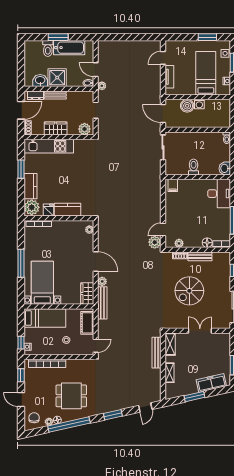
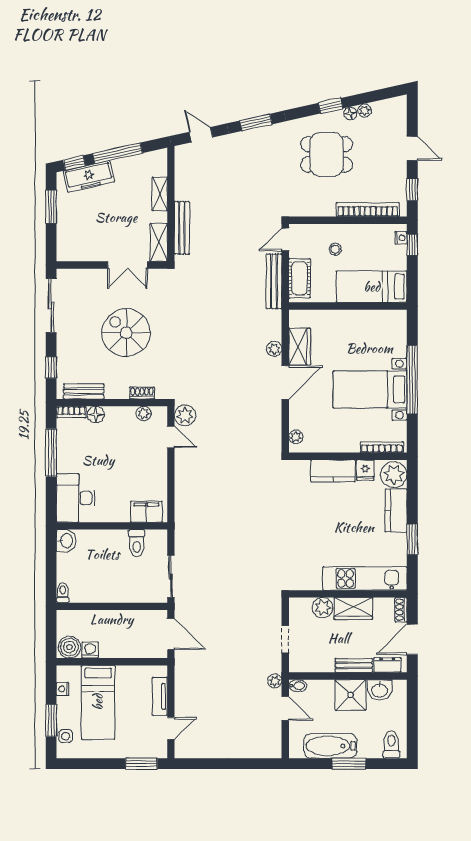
window: (207, 37) -> (141, 764), moved
toilet: (48, 48) -> (391, 744), moved
washing machine: (199, 104) -> (90, 650), moved
boiler: (187, 106) -> (69, 647), moved
plant: (84, 129) -> (323, 608), moved
toilet: (194, 167) -> (137, 543), moved
filing cabinet: (173, 185) -> (146, 512), width x2.00
door: (163, 230) -> (171, 437), hinge flipped
bench: (200, 256) -> (84, 391), moved
door: (96, 262) -> (285, 383), swing flipped
window: (21, 263) -> (412, 380), width x1.46
bed with nightstands: (42, 283) -> (370, 389), moved, turned 90
spiral stairs: (189, 291) -> (126, 333), turned -90
wardrobe: (87, 294) -> (300, 347), moved
bench: (102, 303) -> (274, 281), moved
double door: (200, 331) -> (127, 265), moved
window: (220, 391) -> (74, 163), added
window: (194, 397) -> (118, 153), width x1.44
door: (145, 407) -> (201, 135), hinge flipped
chair: (34, 418) -> (390, 117), removed
window: (69, 425) -> (331, 106), width x0.32

